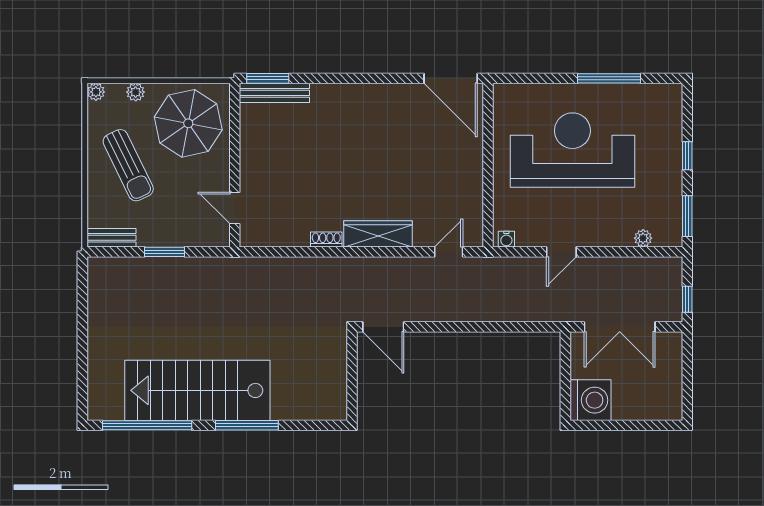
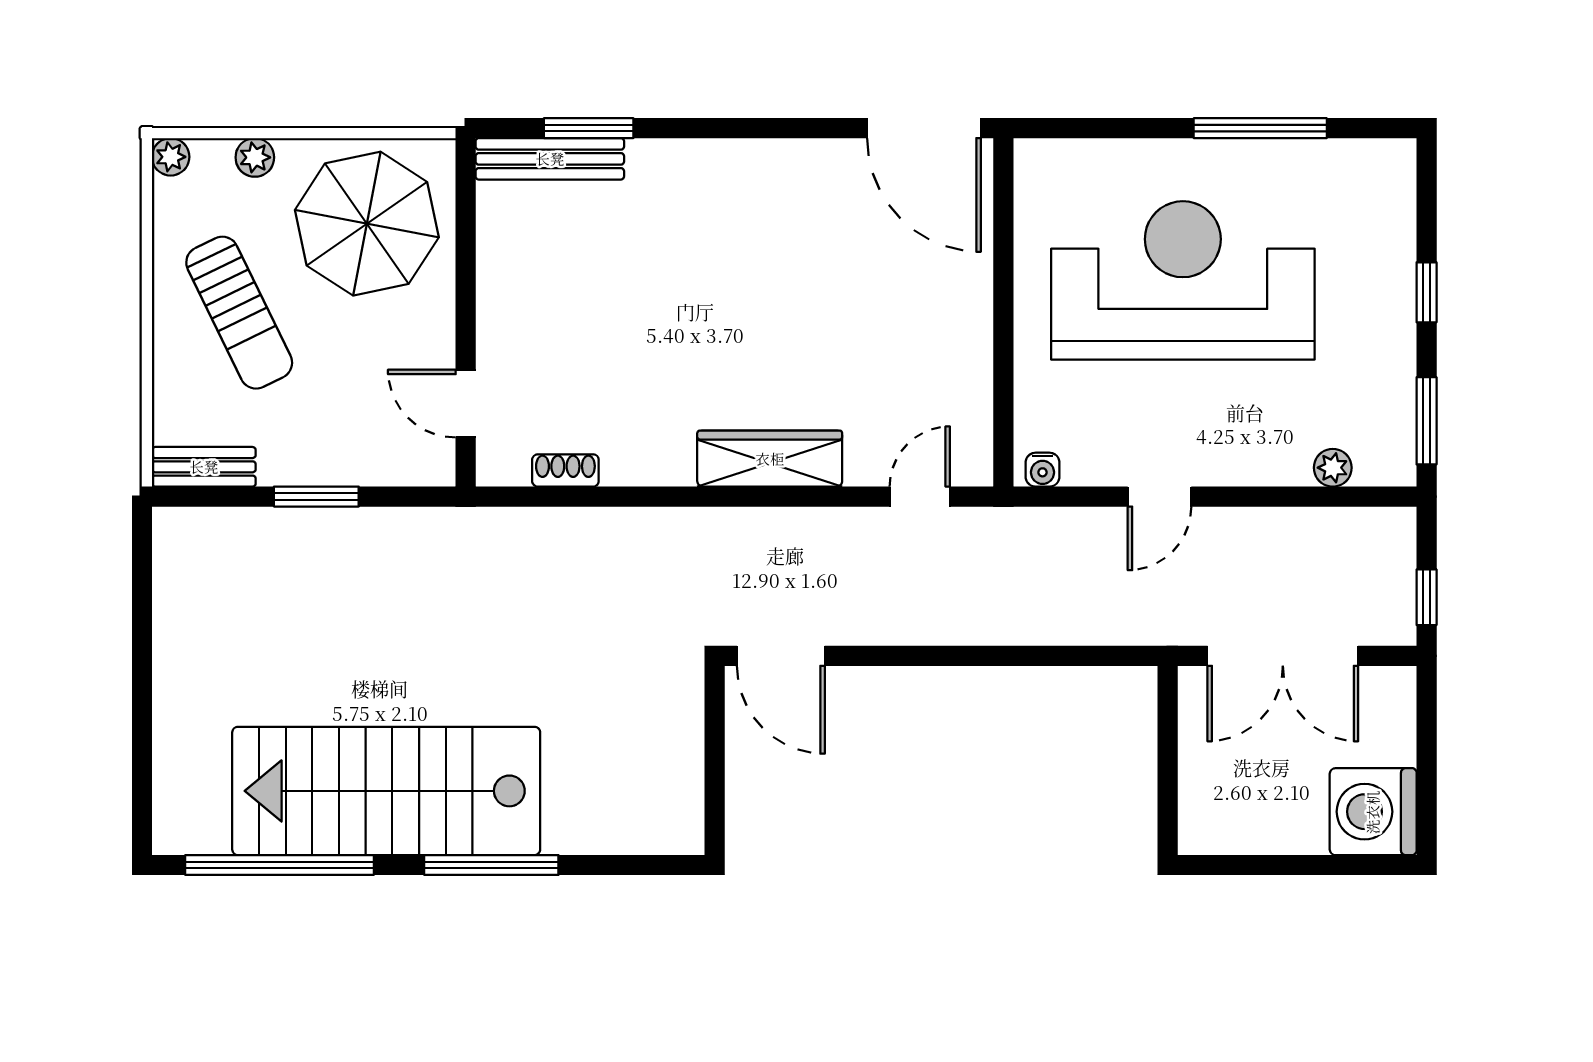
window: (268, 78) -> (589, 128), moved
shoe rack: (326, 240) -> (565, 470), moved
washing machine: (590, 400) -> (1373, 812), moved, turned 180

